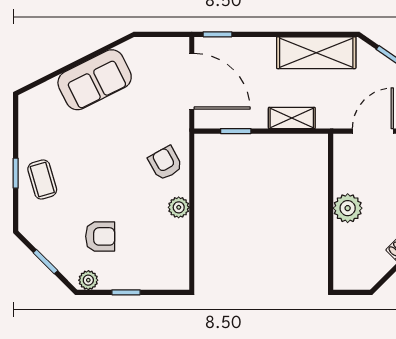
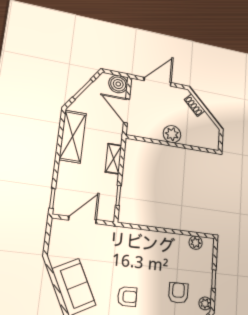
door: (192, 81) -> (82, 220), width x0.73
armchair: (165, 163) -> (127, 297), moved, turned -151
plant: (179, 207) -> (196, 243), moved

